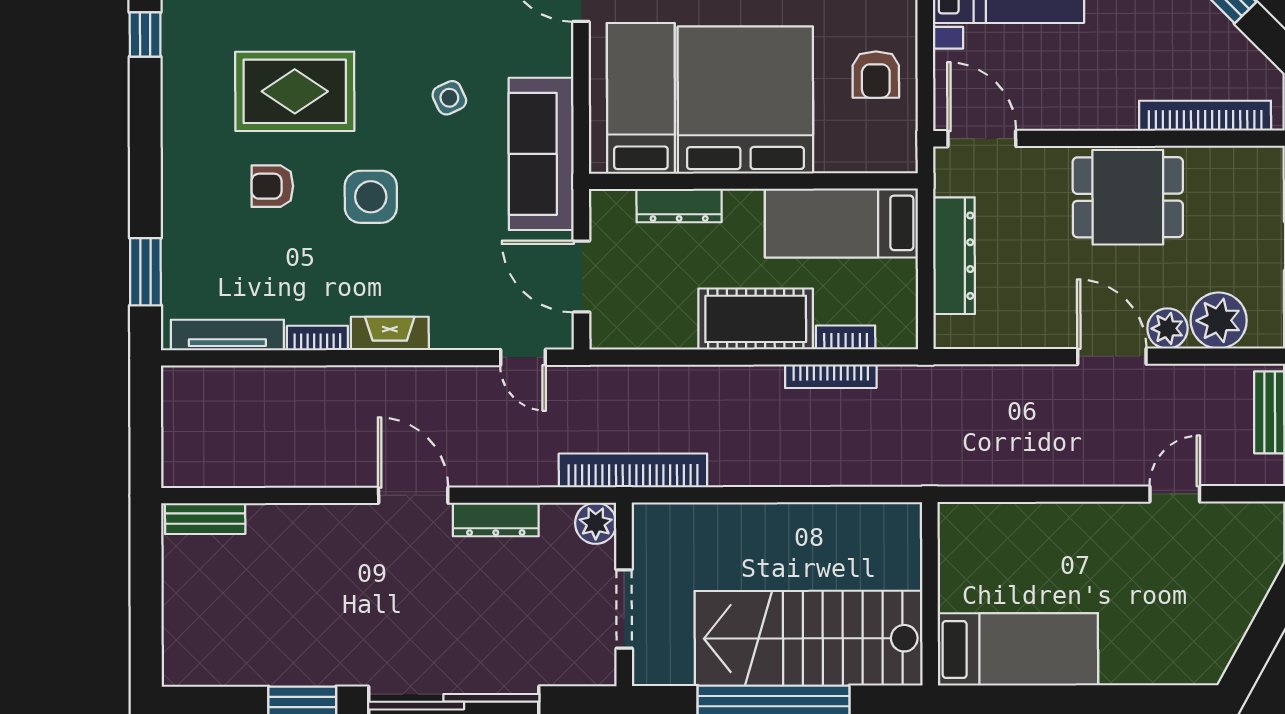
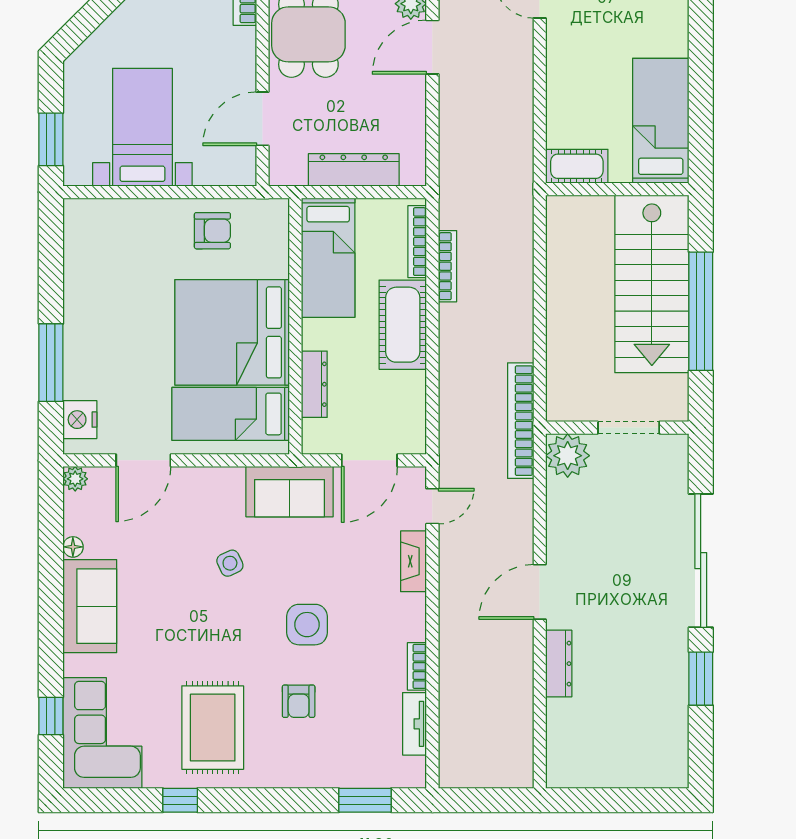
rug: (295, 91) -> (213, 728), moved
door: (982, 139) -> (263, 119), moved
sofa: (541, 154) -> (290, 492), width x0.73
fireplace: (390, 333) -> (414, 561), moved
tv unit: (227, 335) -> (415, 724), width x0.71
bookcase: (846, 337) -> (417, 242), width x1.56
bench: (205, 519) -> (558, 754), removed
dresser: (496, 520) -> (559, 664), moved
plant: (596, 523) -> (568, 456), width x1.36, depth x1.36
cot: (959, 542) -> (577, 166), added

